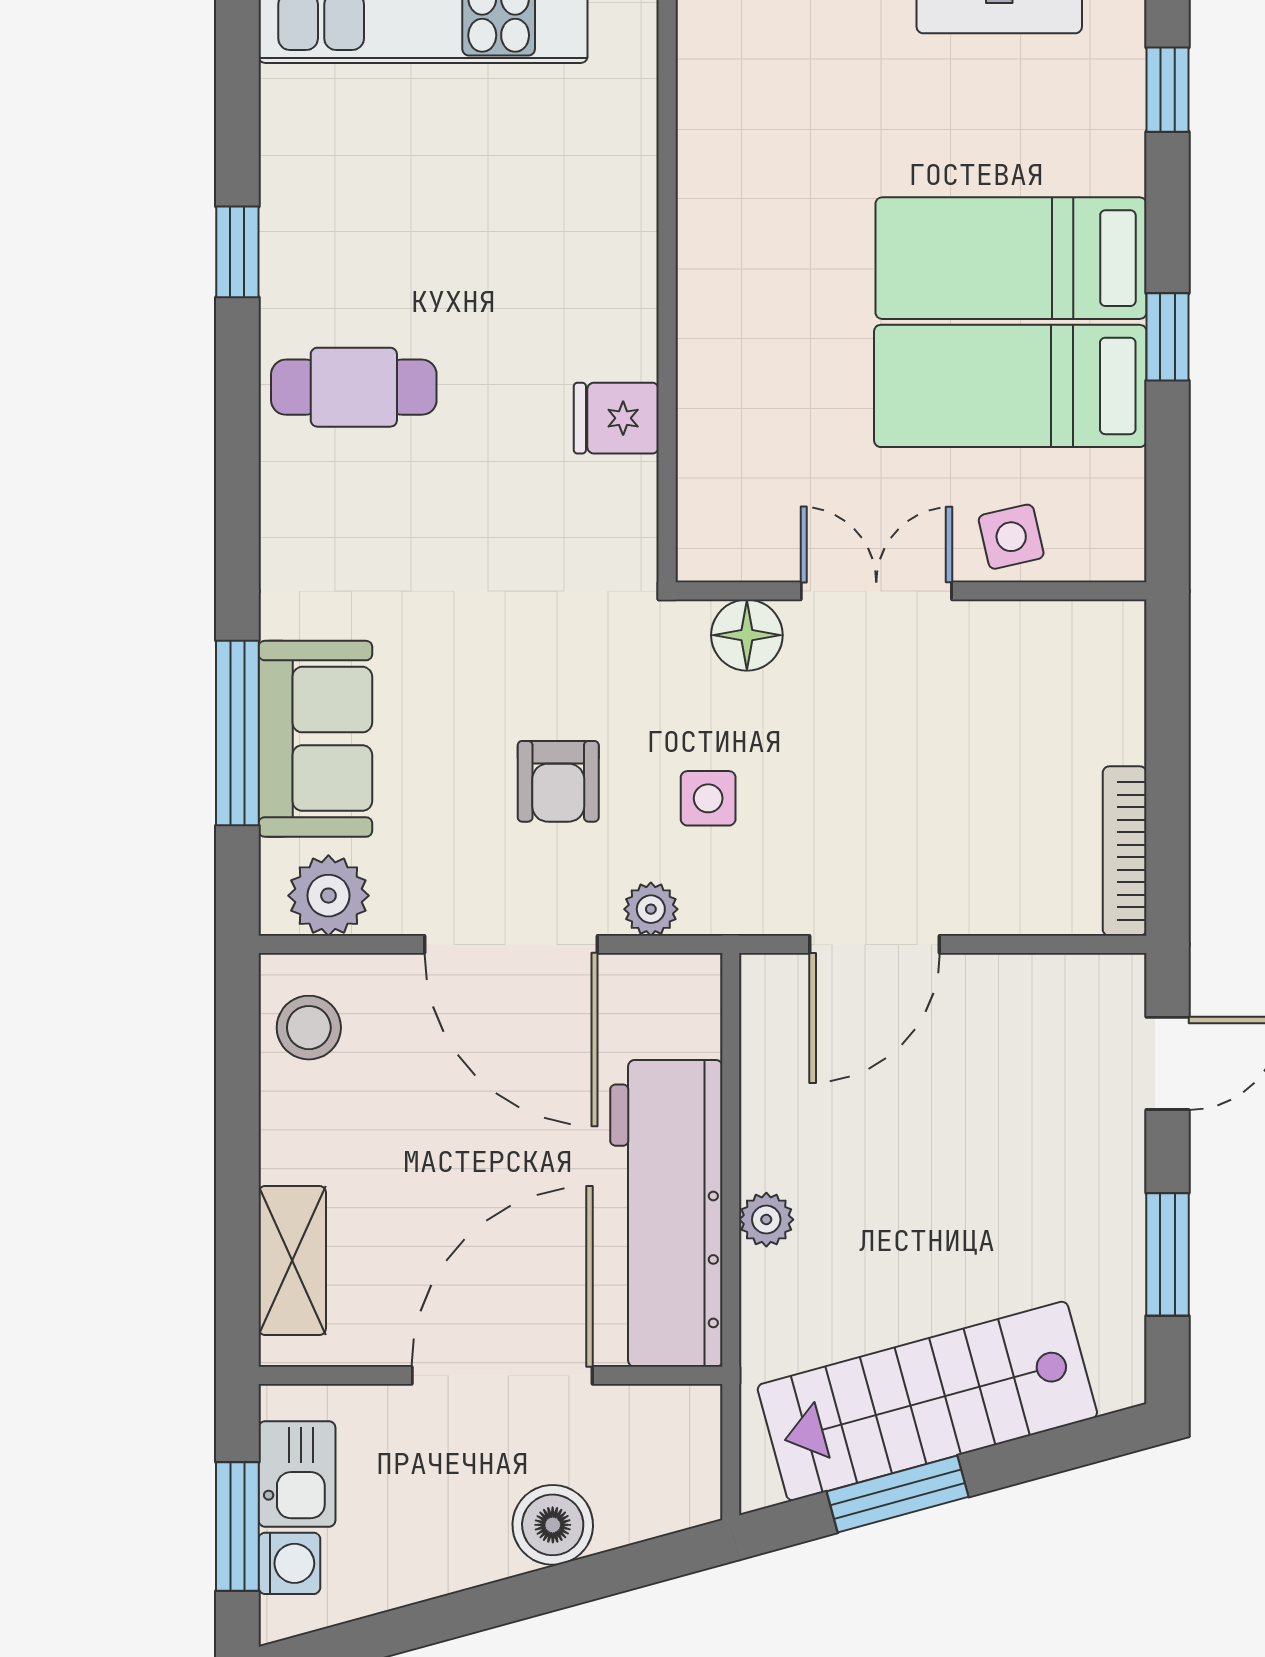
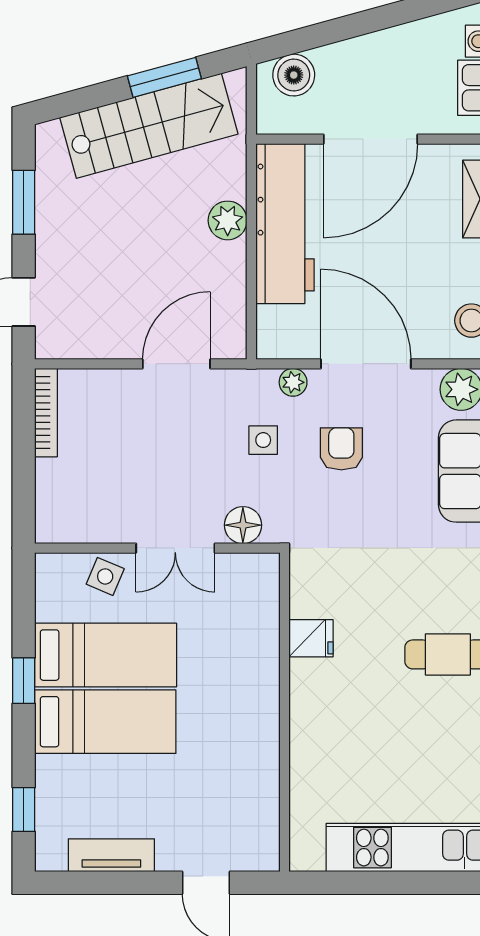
side table: (1011, 537) -> (105, 576), turned 36
plant: (766, 1220) -> (228, 220), width x1.38, depth x1.38
boiler: (553, 1525) -> (294, 75), moved

